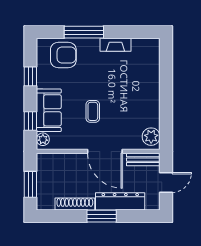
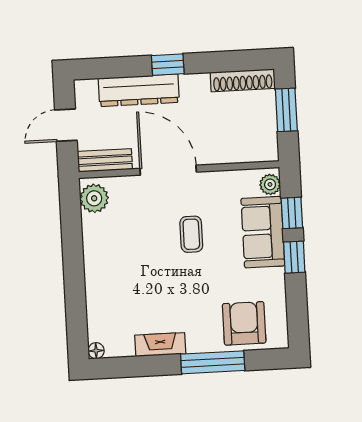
floor lamp: (155, 43) -> (96, 351), added
armchair: (63, 55) -> (244, 323), turned 90
window: (30, 76) -> (294, 257), moved
shoe rack: (75, 204) -> (243, 80), moved
window: (102, 216) -> (168, 65), width x0.67

